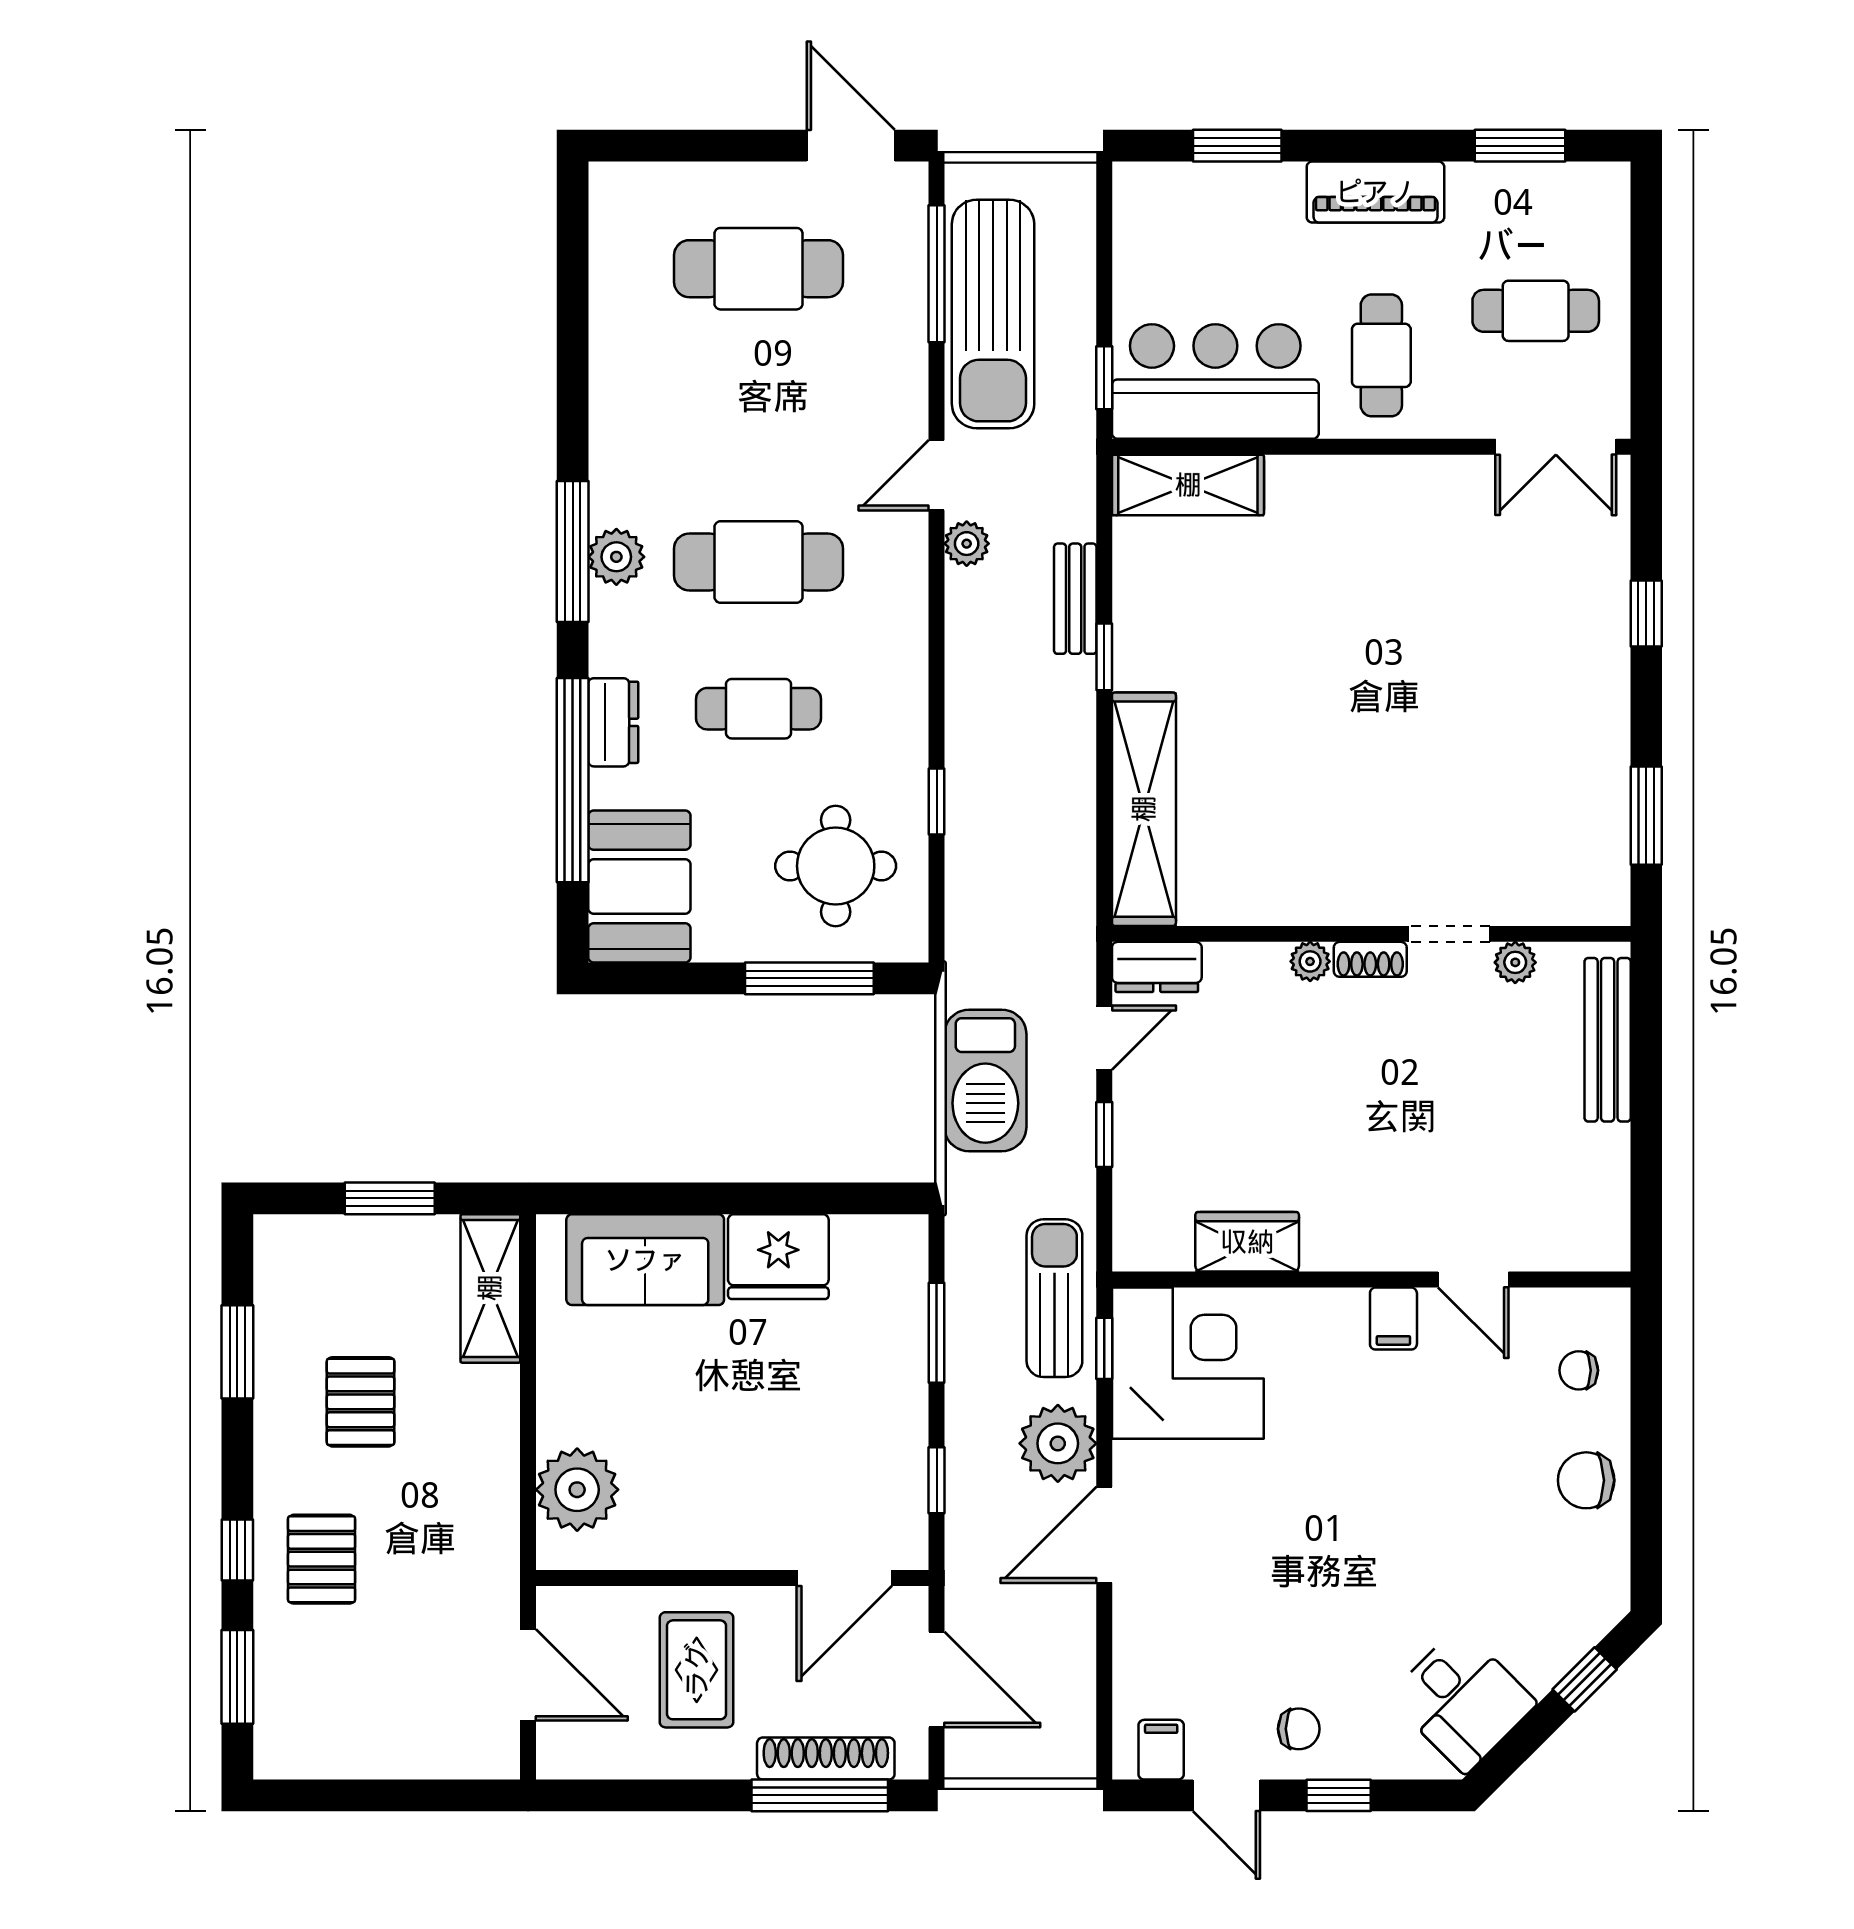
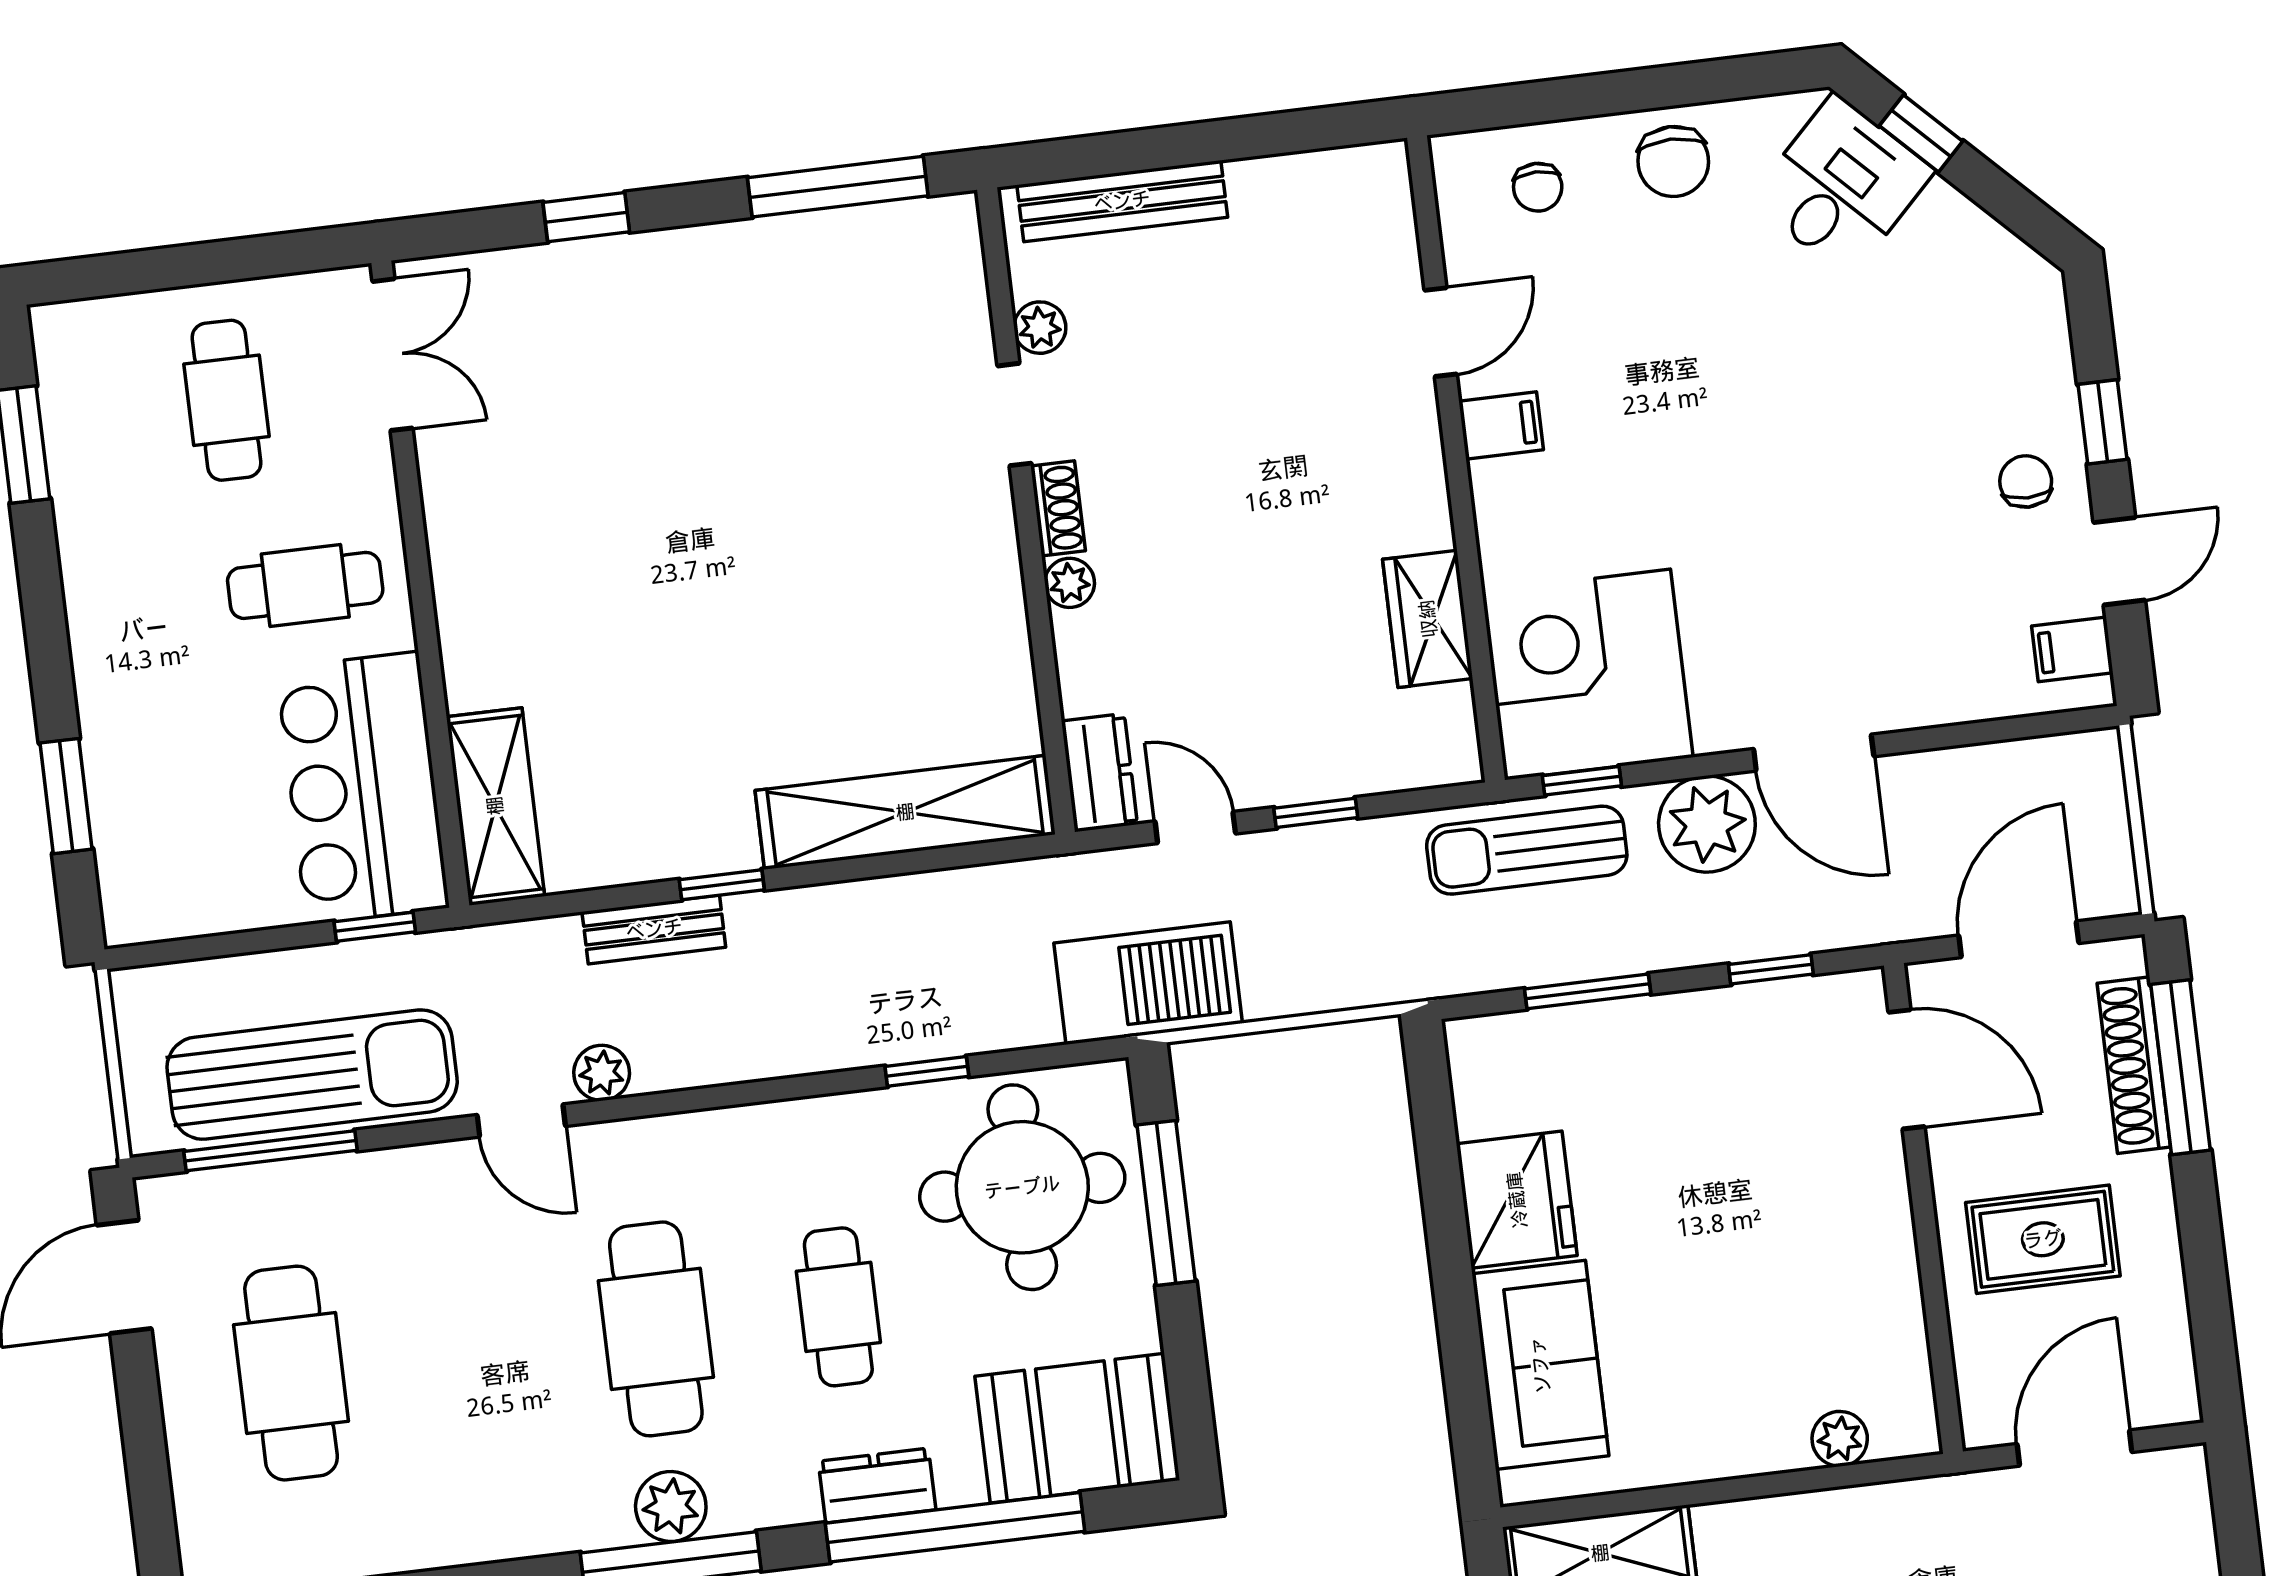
piano: (1375, 192) -> (103, 617), removed
window: (1646, 816) -> (838, 187), width x1.44
round table: (836, 866) -> (1022, 1187), width x1.36, depth x1.36
barbecue: (985, 1080) -> (1148, 983), moved
plant: (577, 1490) -> (1840, 1439), width x0.53, depth x0.53
desk: (1462, 1700) -> (1842, 186), moved

